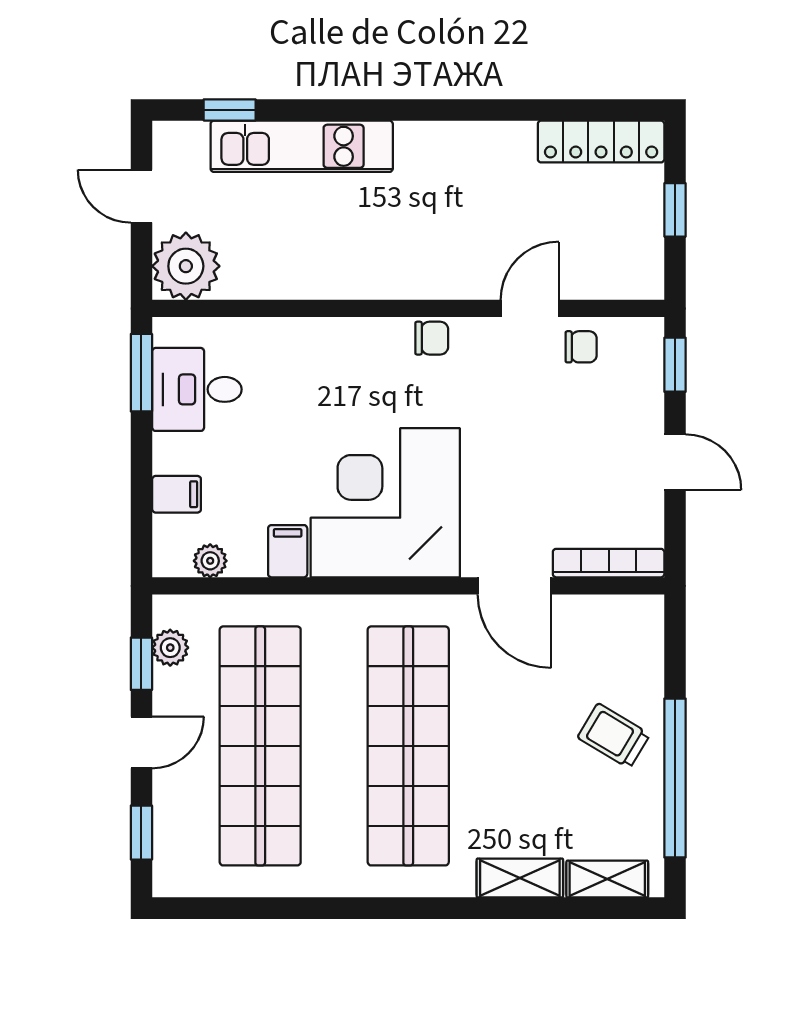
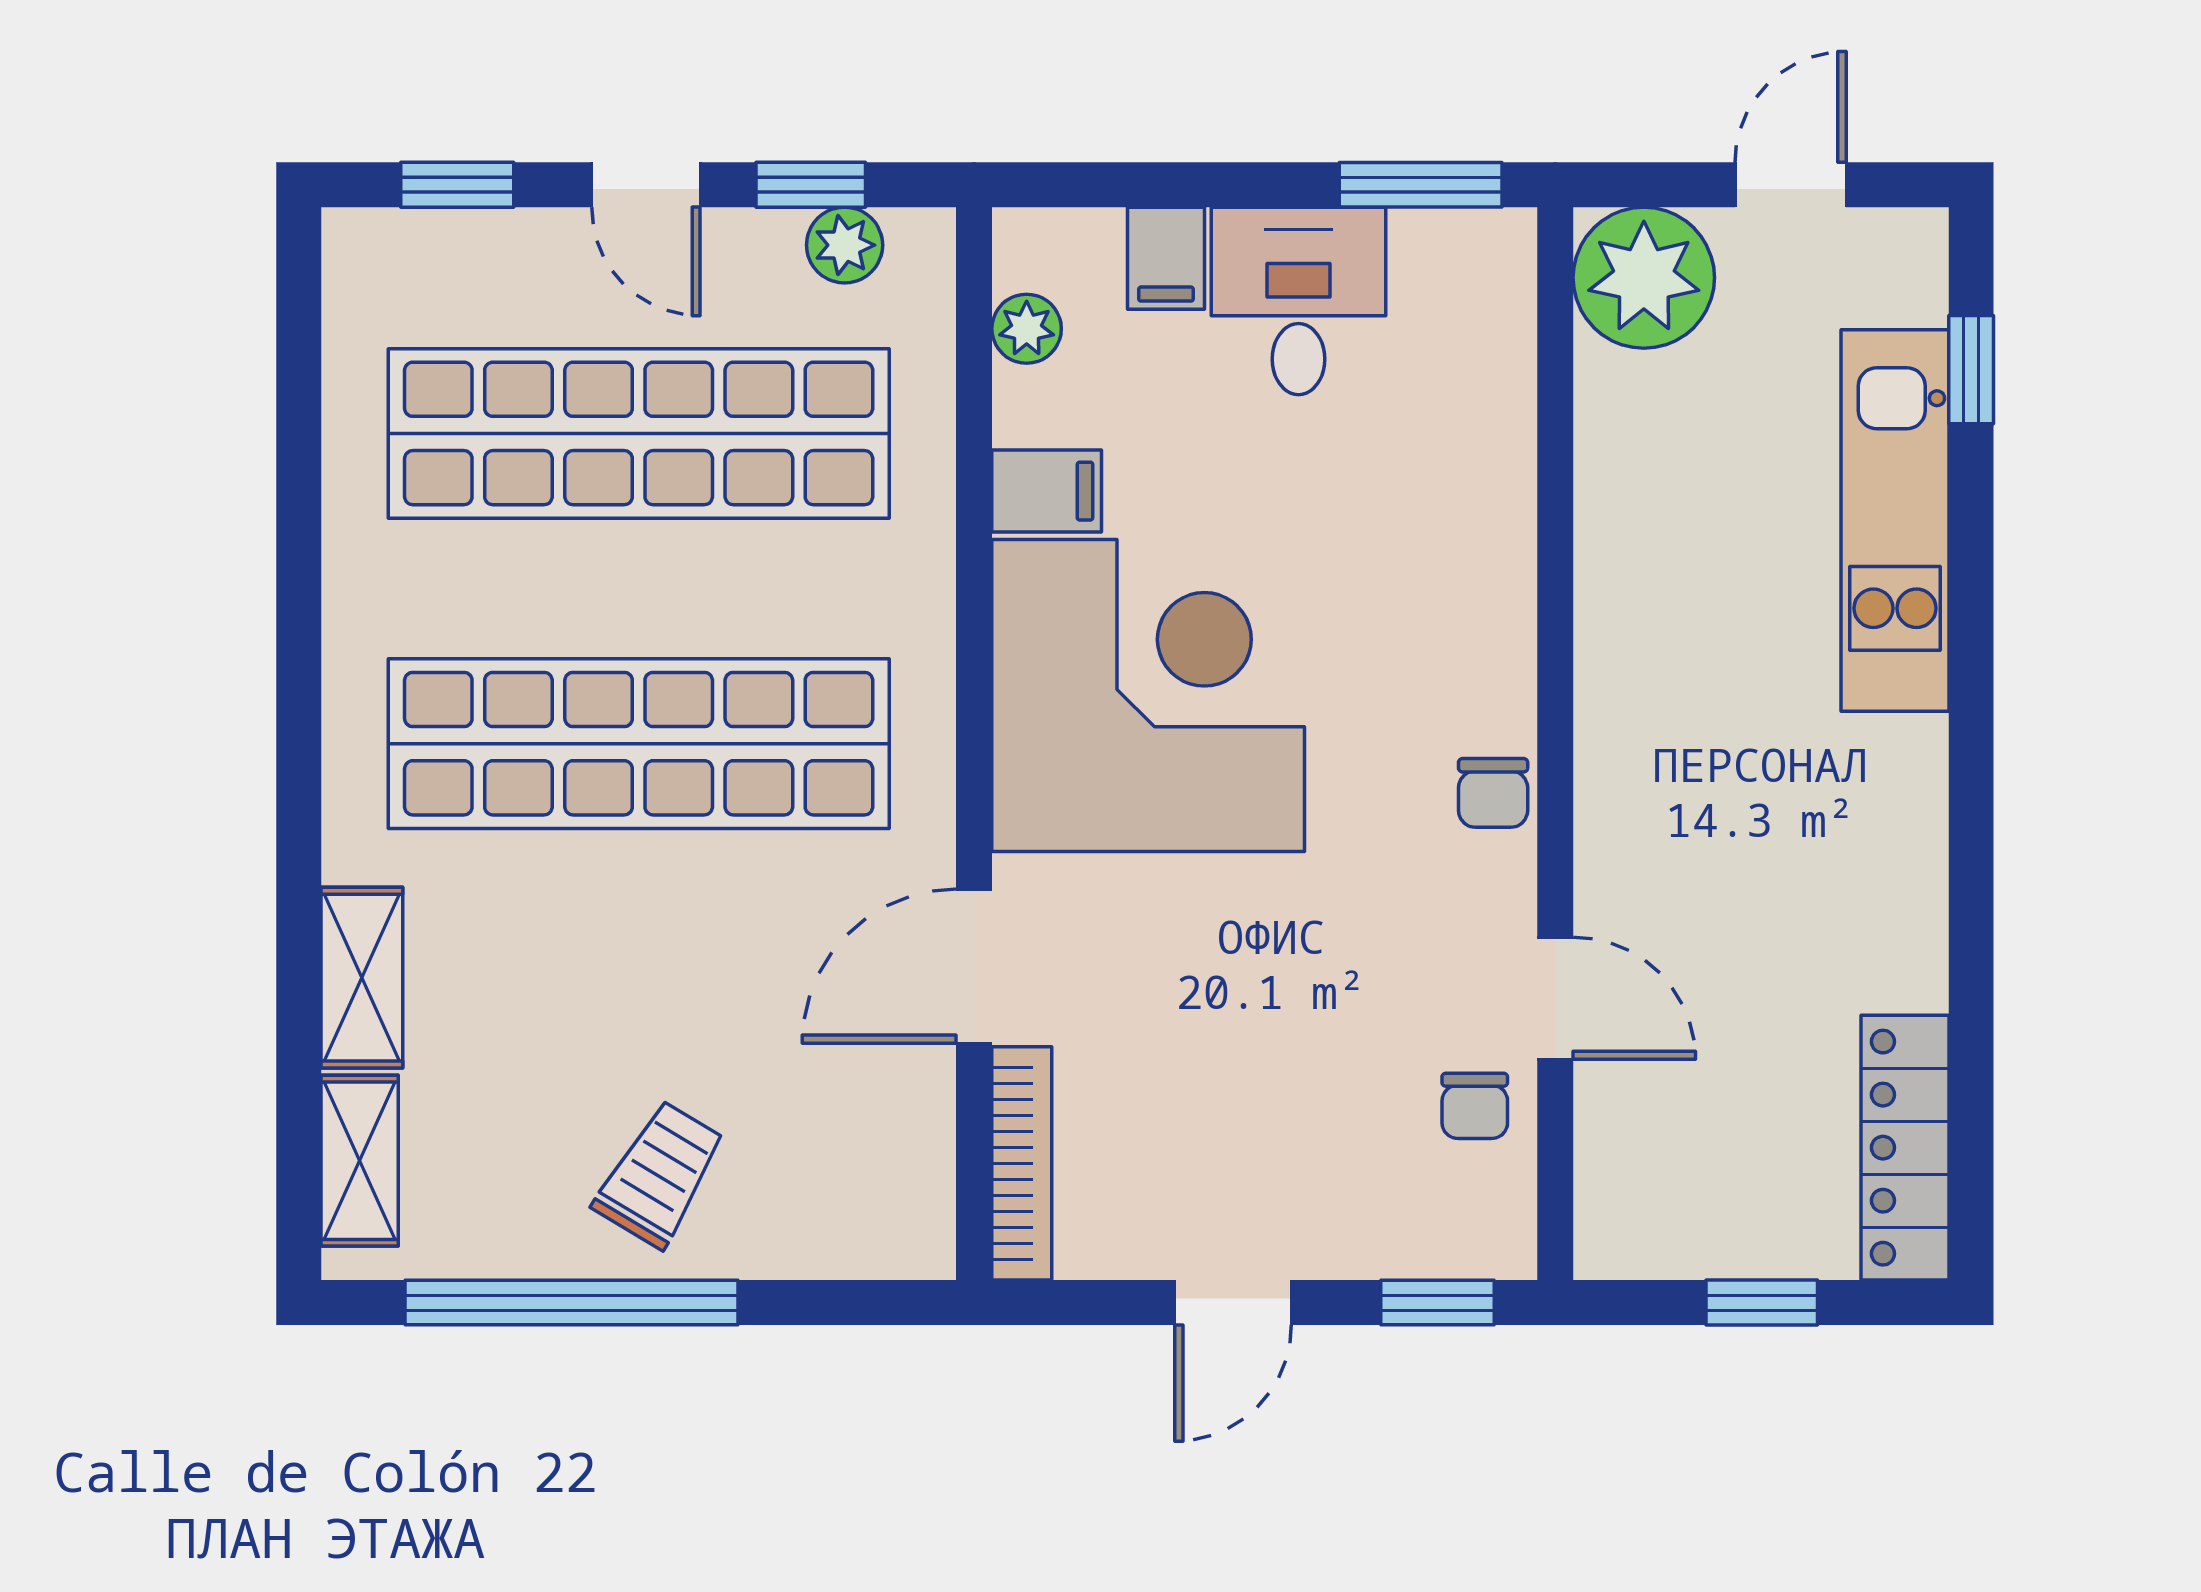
desk: (197, 389) -> (1299, 301), moved

